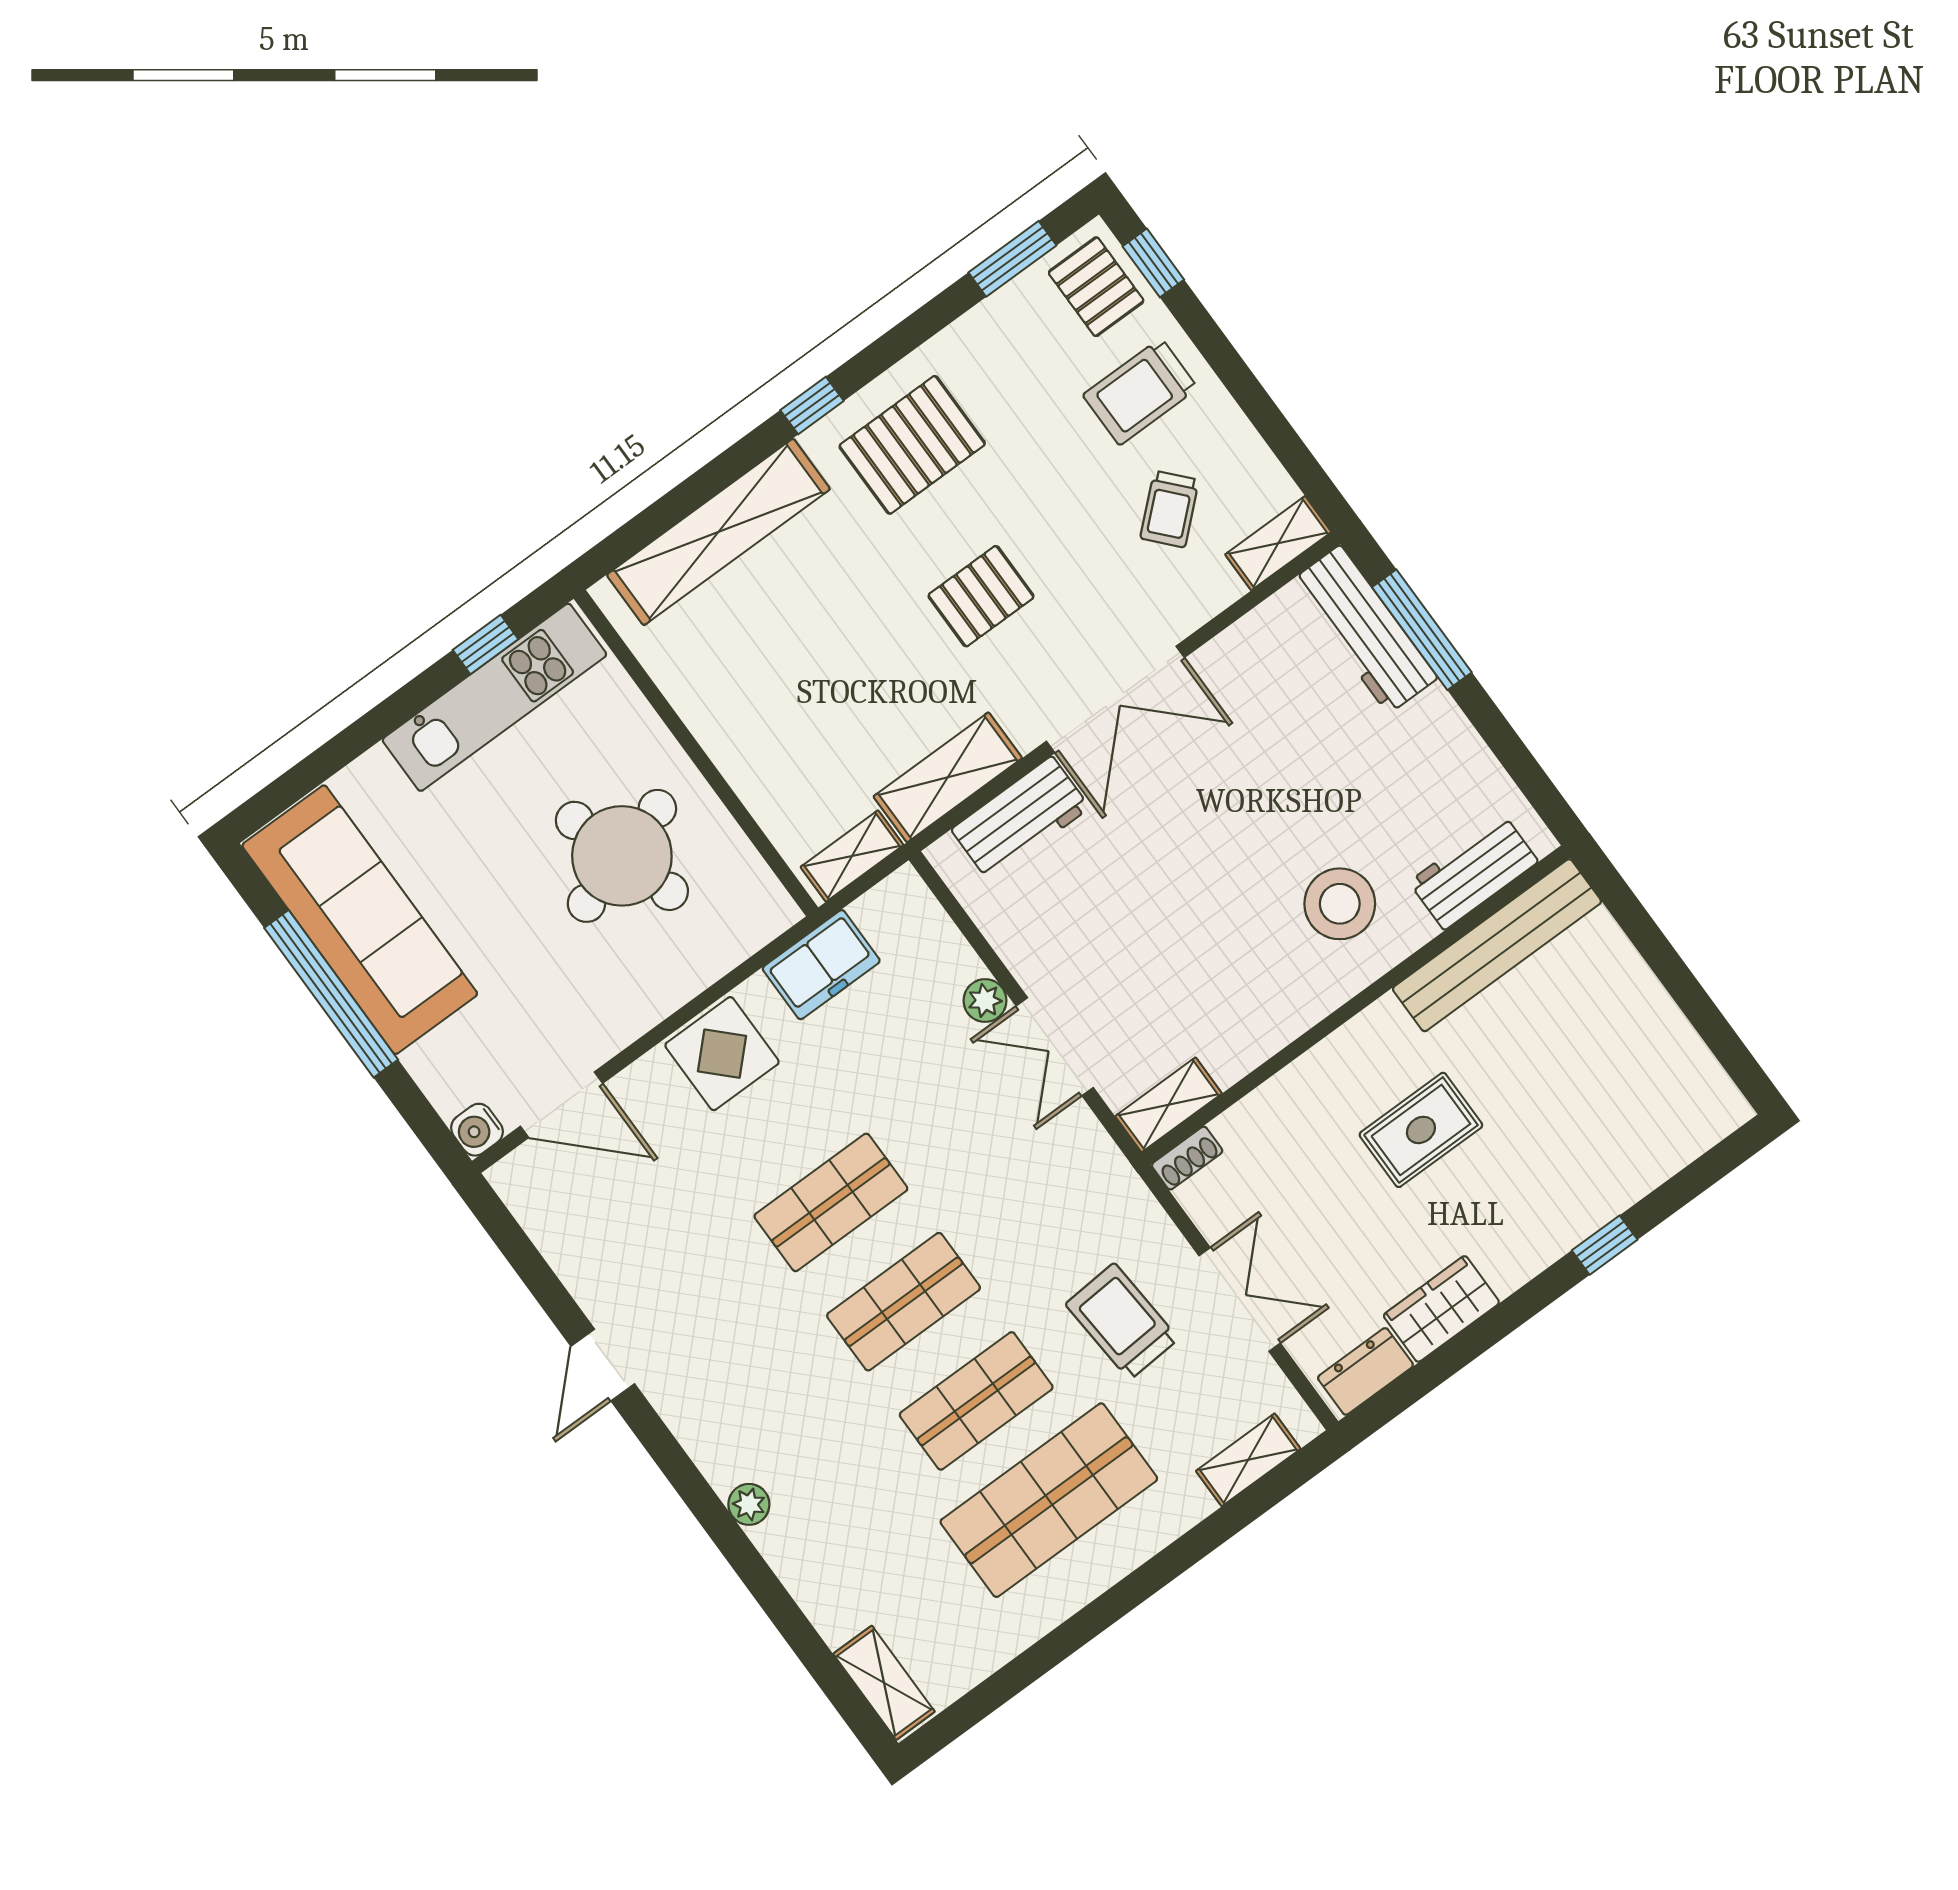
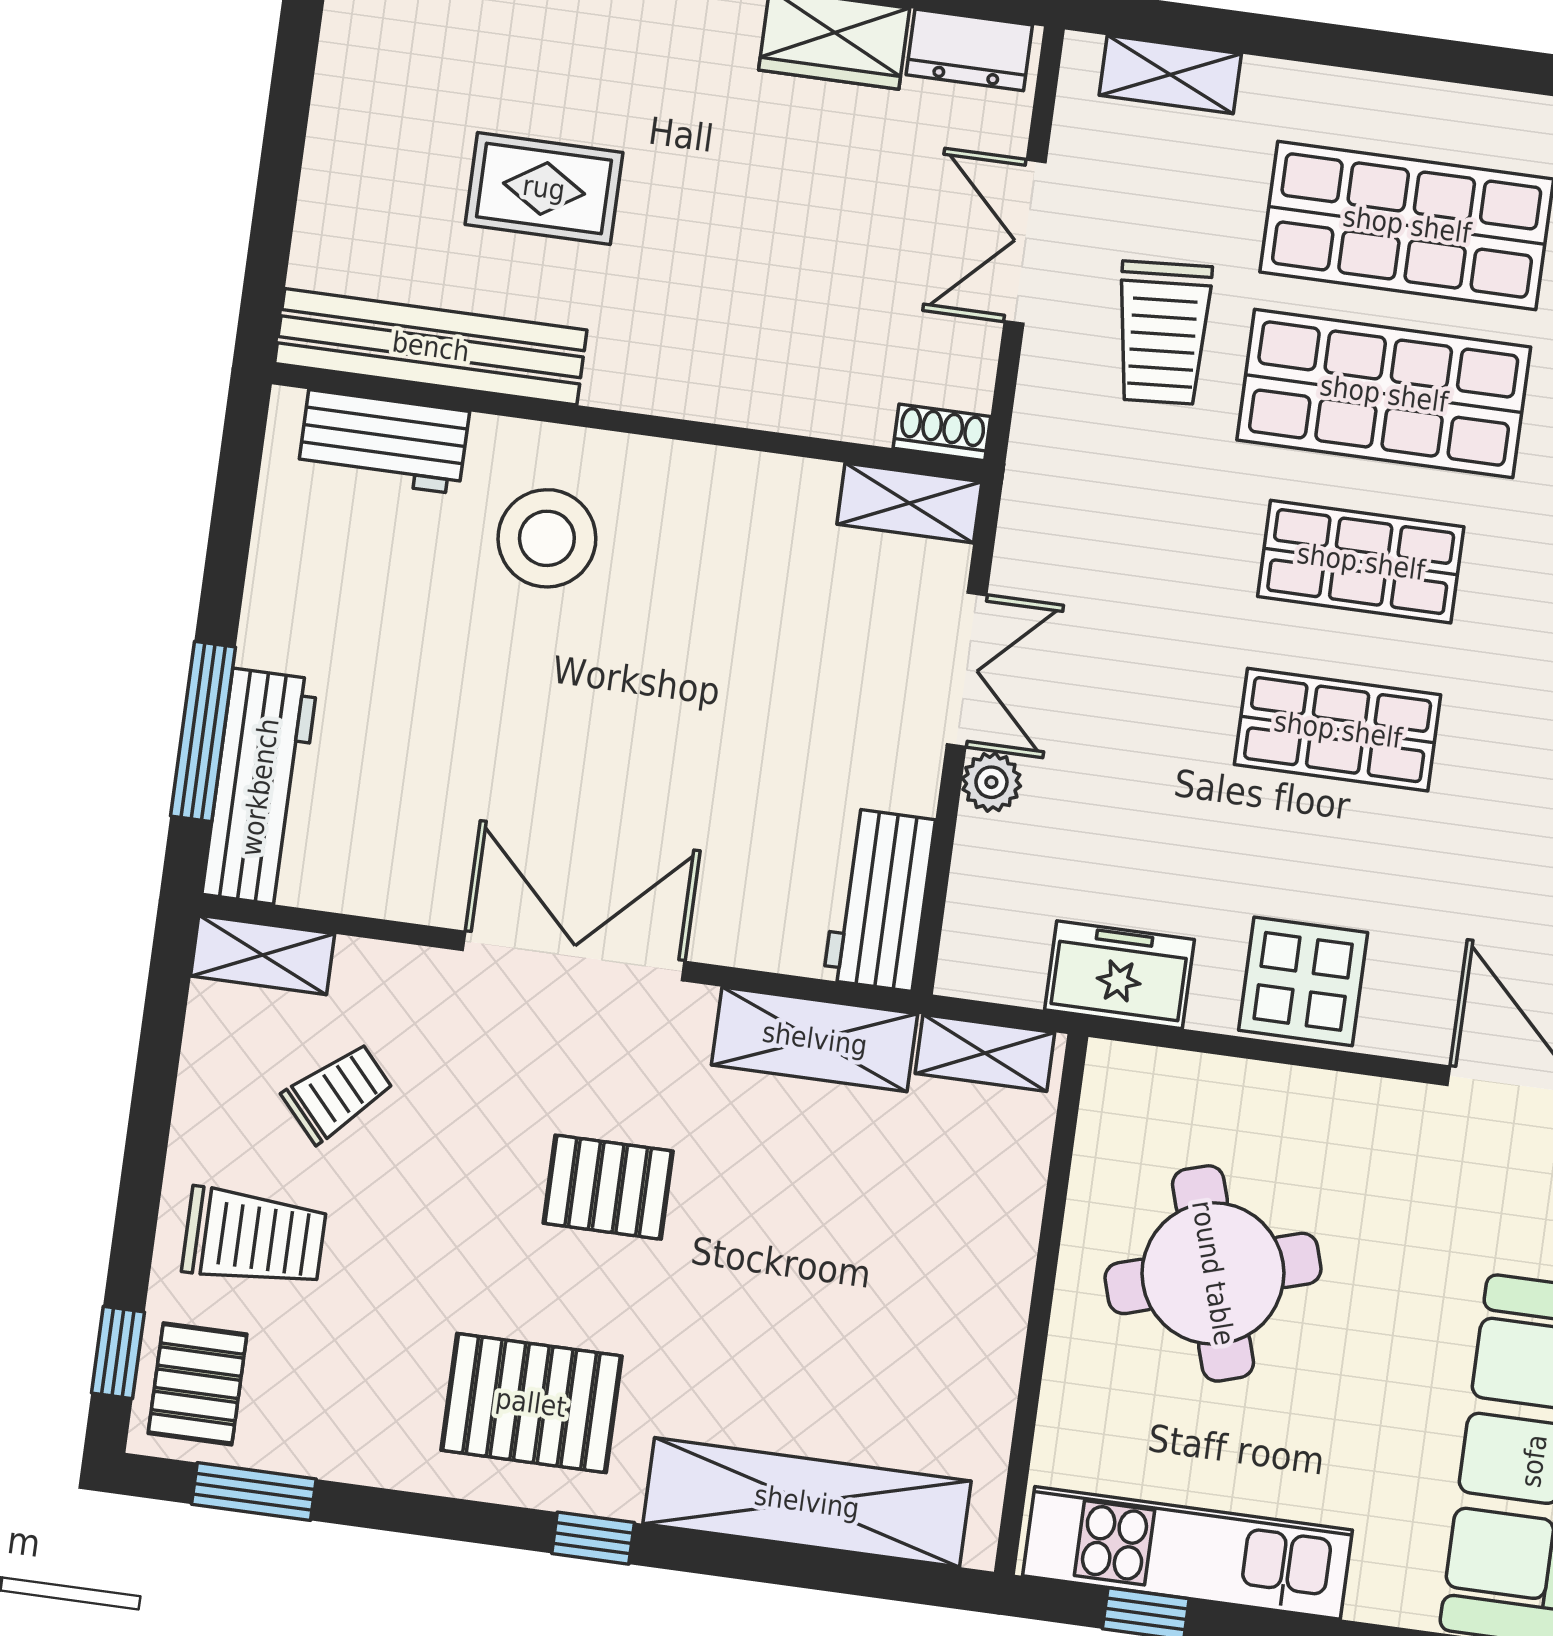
workbench: (1020, 819) -> (879, 900), moved, turned -90
rug: (1421, 1130) -> (544, 188), moved
shop shelf: (976, 1401) -> (1384, 394), width x1.43, depth x1.36

